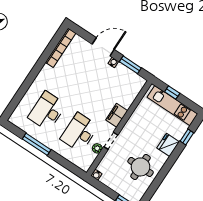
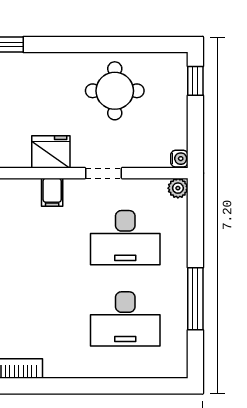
filing cabinet: (117, 115) -> (52, 192), width x0.50
fridge: (168, 145) -> (51, 152), moved, turned 180
plant: (97, 148) -> (178, 188), moved

